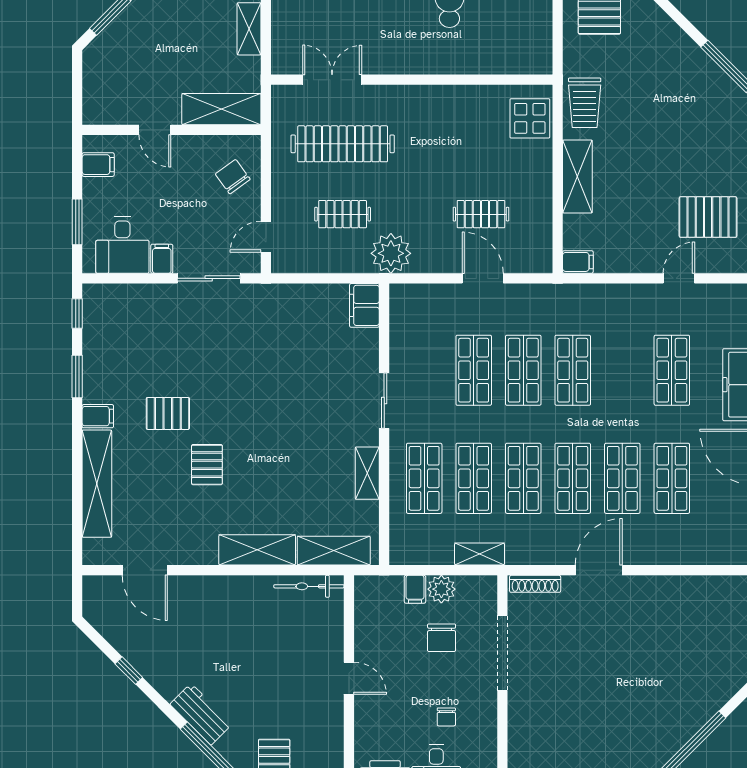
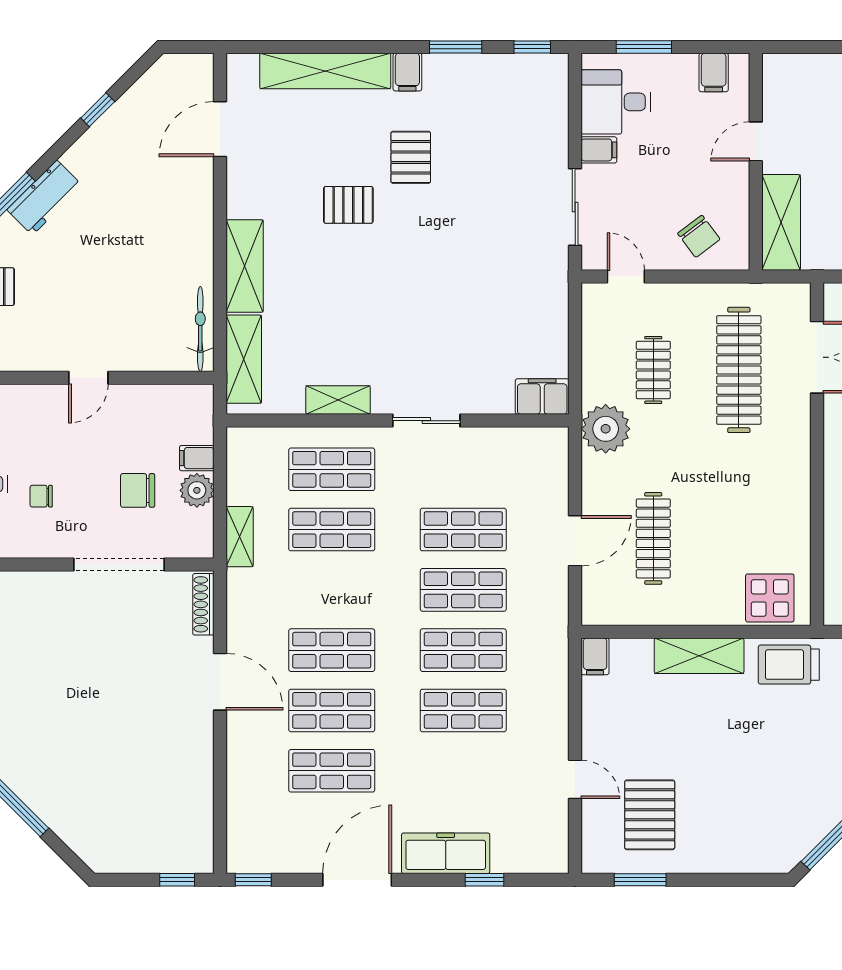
chair: (233, 177) -> (699, 236), turned 89
clothes rail: (481, 214) -> (653, 538), width x1.36
shop shelf: (672, 370) -> (463, 710), moved
shop shelf: (523, 478) -> (332, 590), removed

